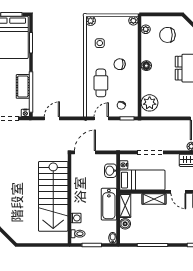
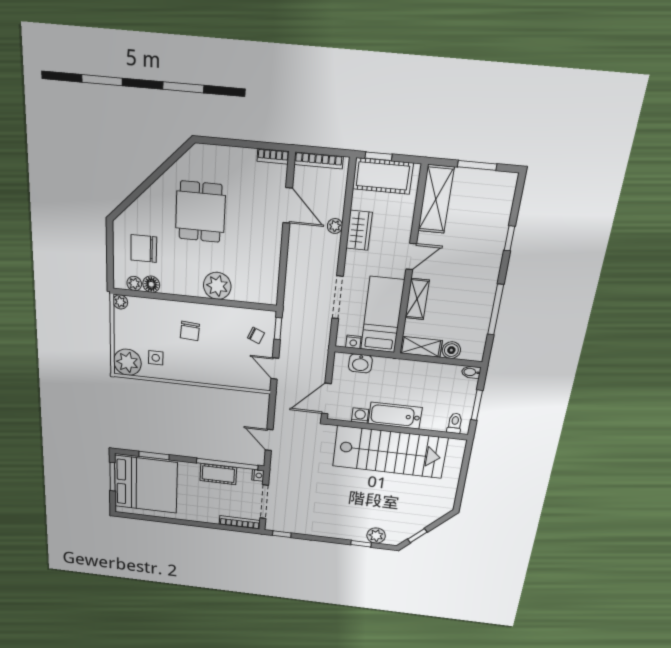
plant: (91, 21) -> (127, 362), width x1.88, depth x1.88
chair: (167, 35) -> (144, 249), turned 90
floor lamp: (146, 66) -> (151, 284), moved
cafe table: (101, 83) -> (218, 363), removed
plant: (150, 103) -> (217, 286), moved
door: (85, 152) -> (326, 399), hinge flipped
bathtub: (109, 204) -> (395, 416), moved, turned 180
washing machine: (76, 218) -> (360, 416), moved

